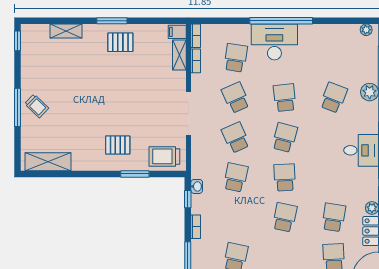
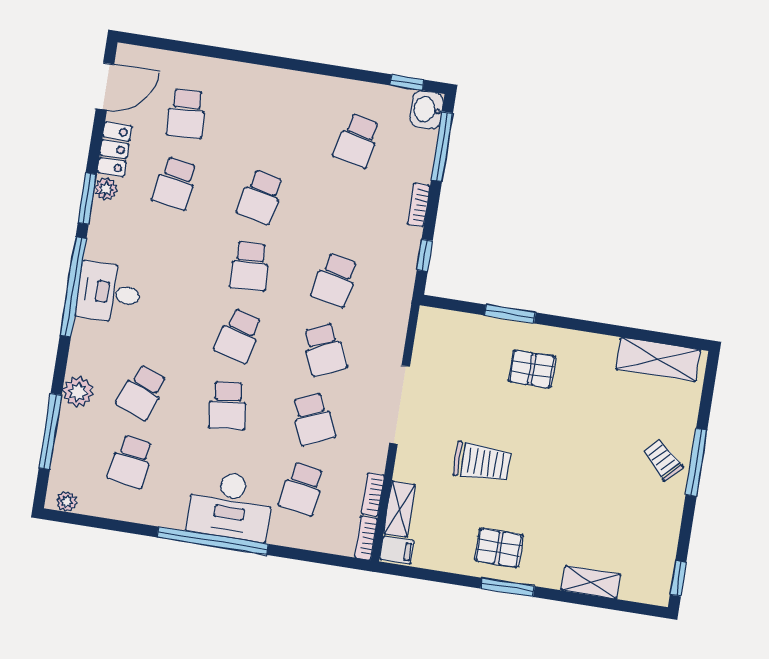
school desk: (334, 58) -> (131, 462), added
trolley: (164, 156) -> (482, 462), moved
washbasin: (197, 186) -> (406, 275), removed

